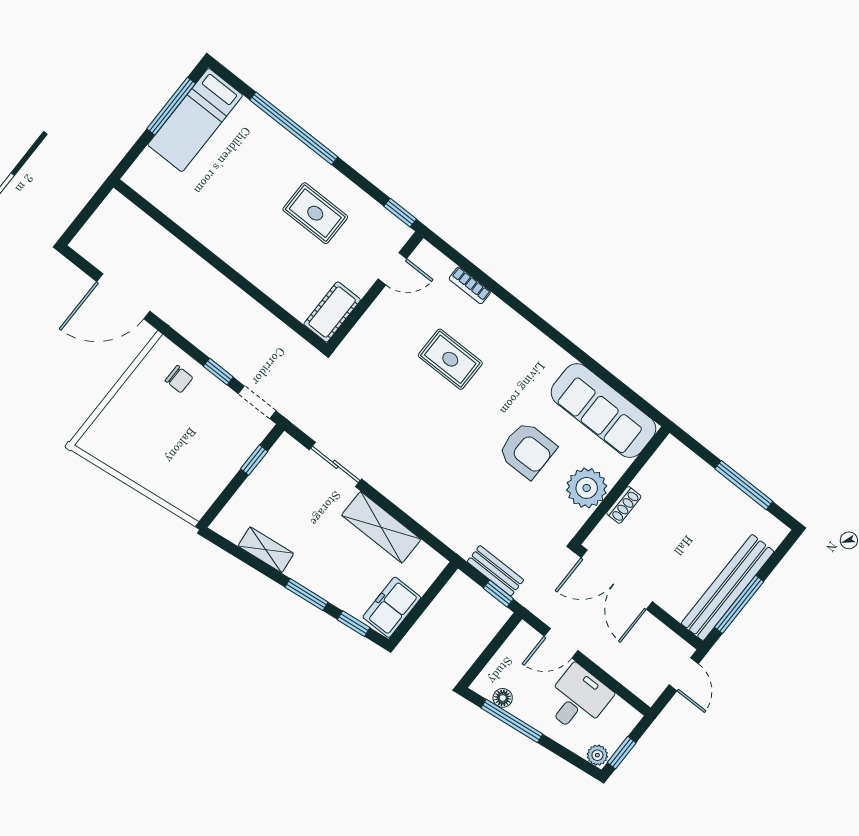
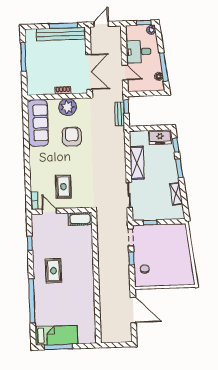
door: (392, 269) -> (49, 211), moved
wall: (375, 291) -> (61, 211), moved
cot: (332, 312) -> (80, 219), moved

